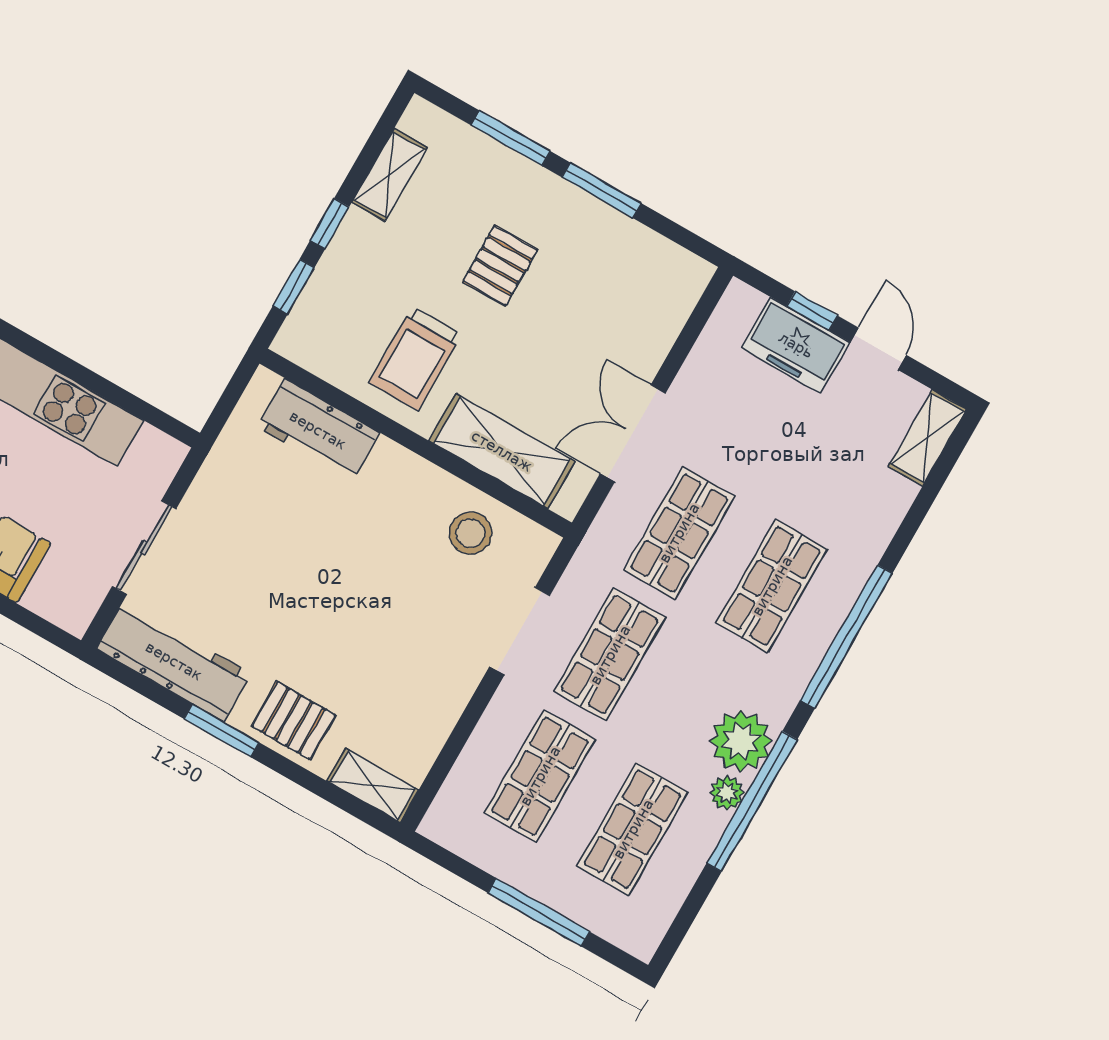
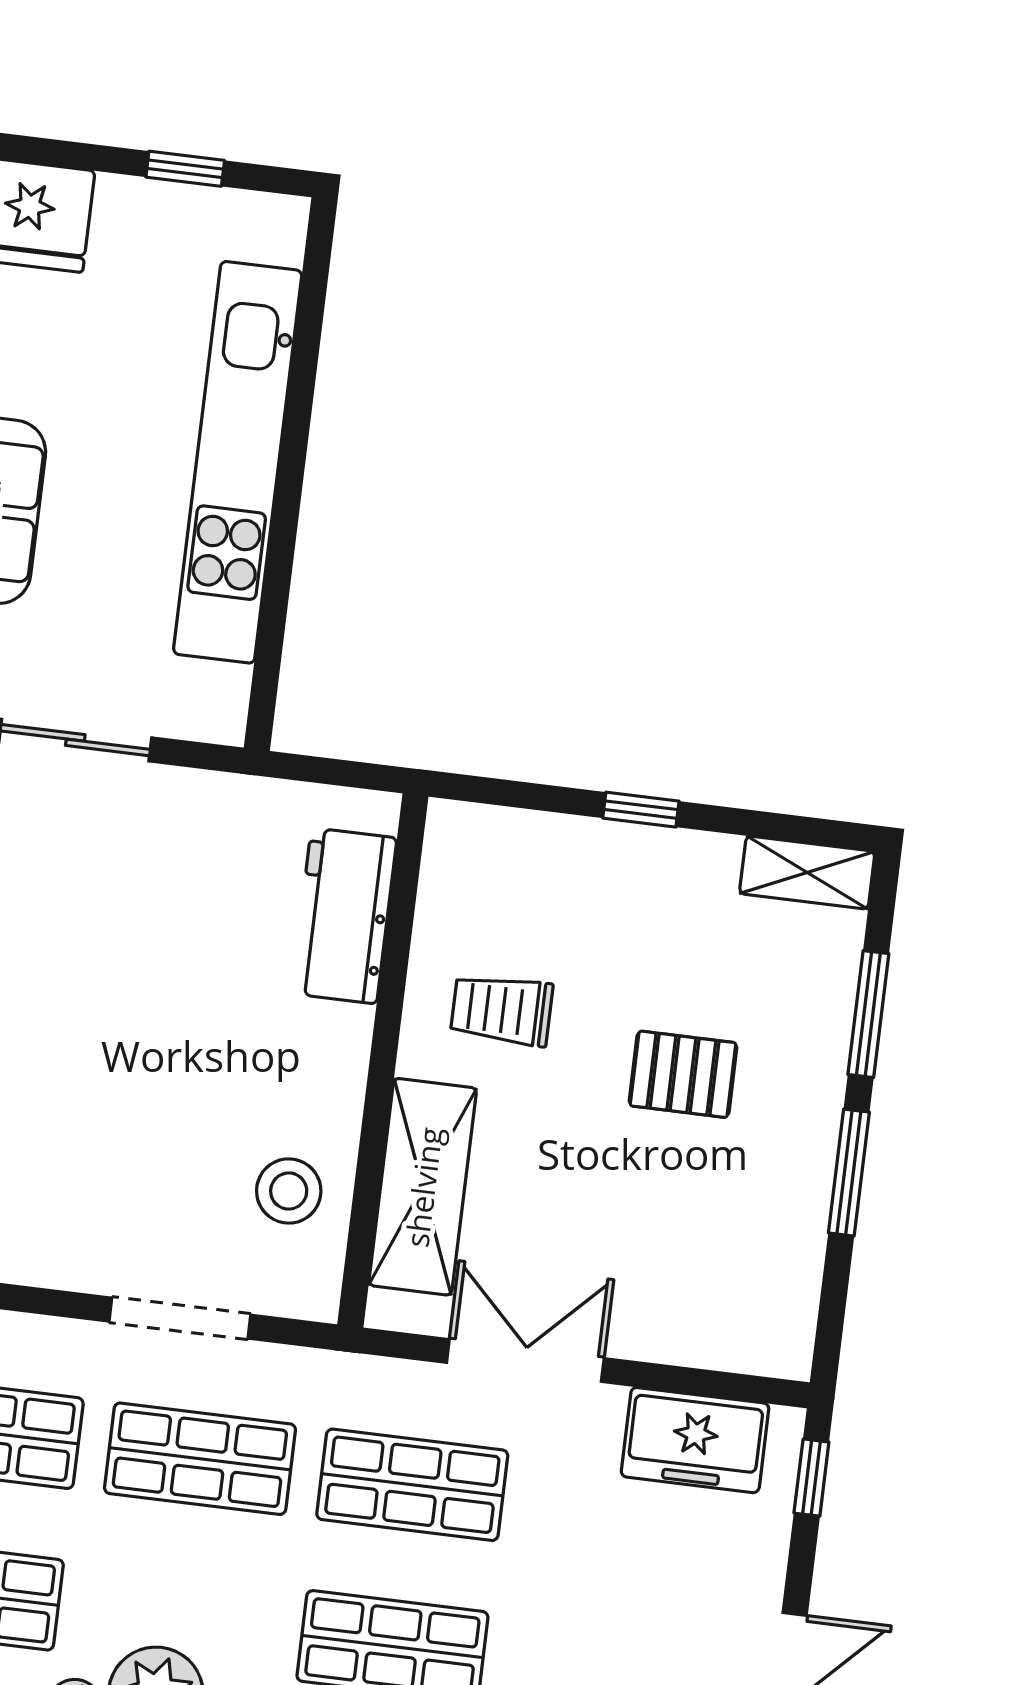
shelving: (390, 175) -> (807, 873), moved
window: (294, 287) -> (531, 796), removed
window: (812, 311) -> (811, 1478), moved
freezer: (796, 345) -> (695, 1440), moved, turned -90
trolley: (415, 359) -> (502, 1010), width x0.73, depth x0.72

